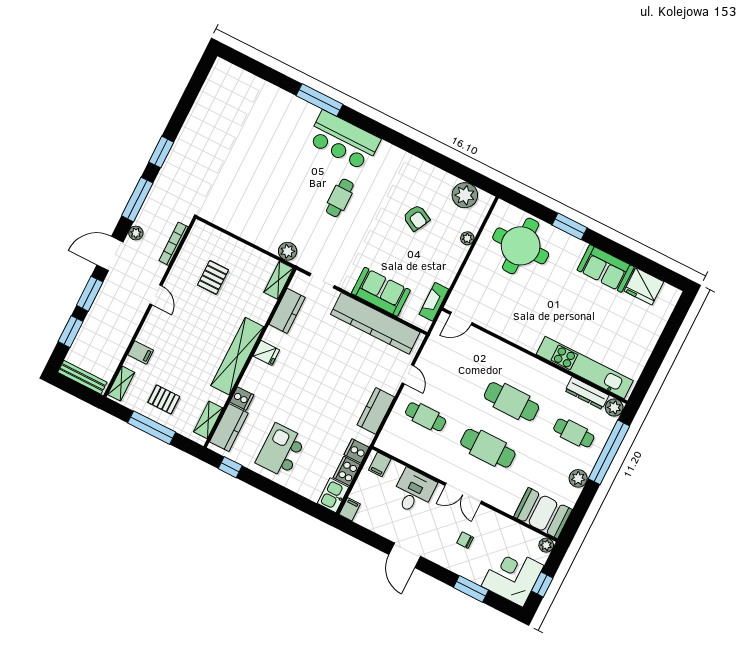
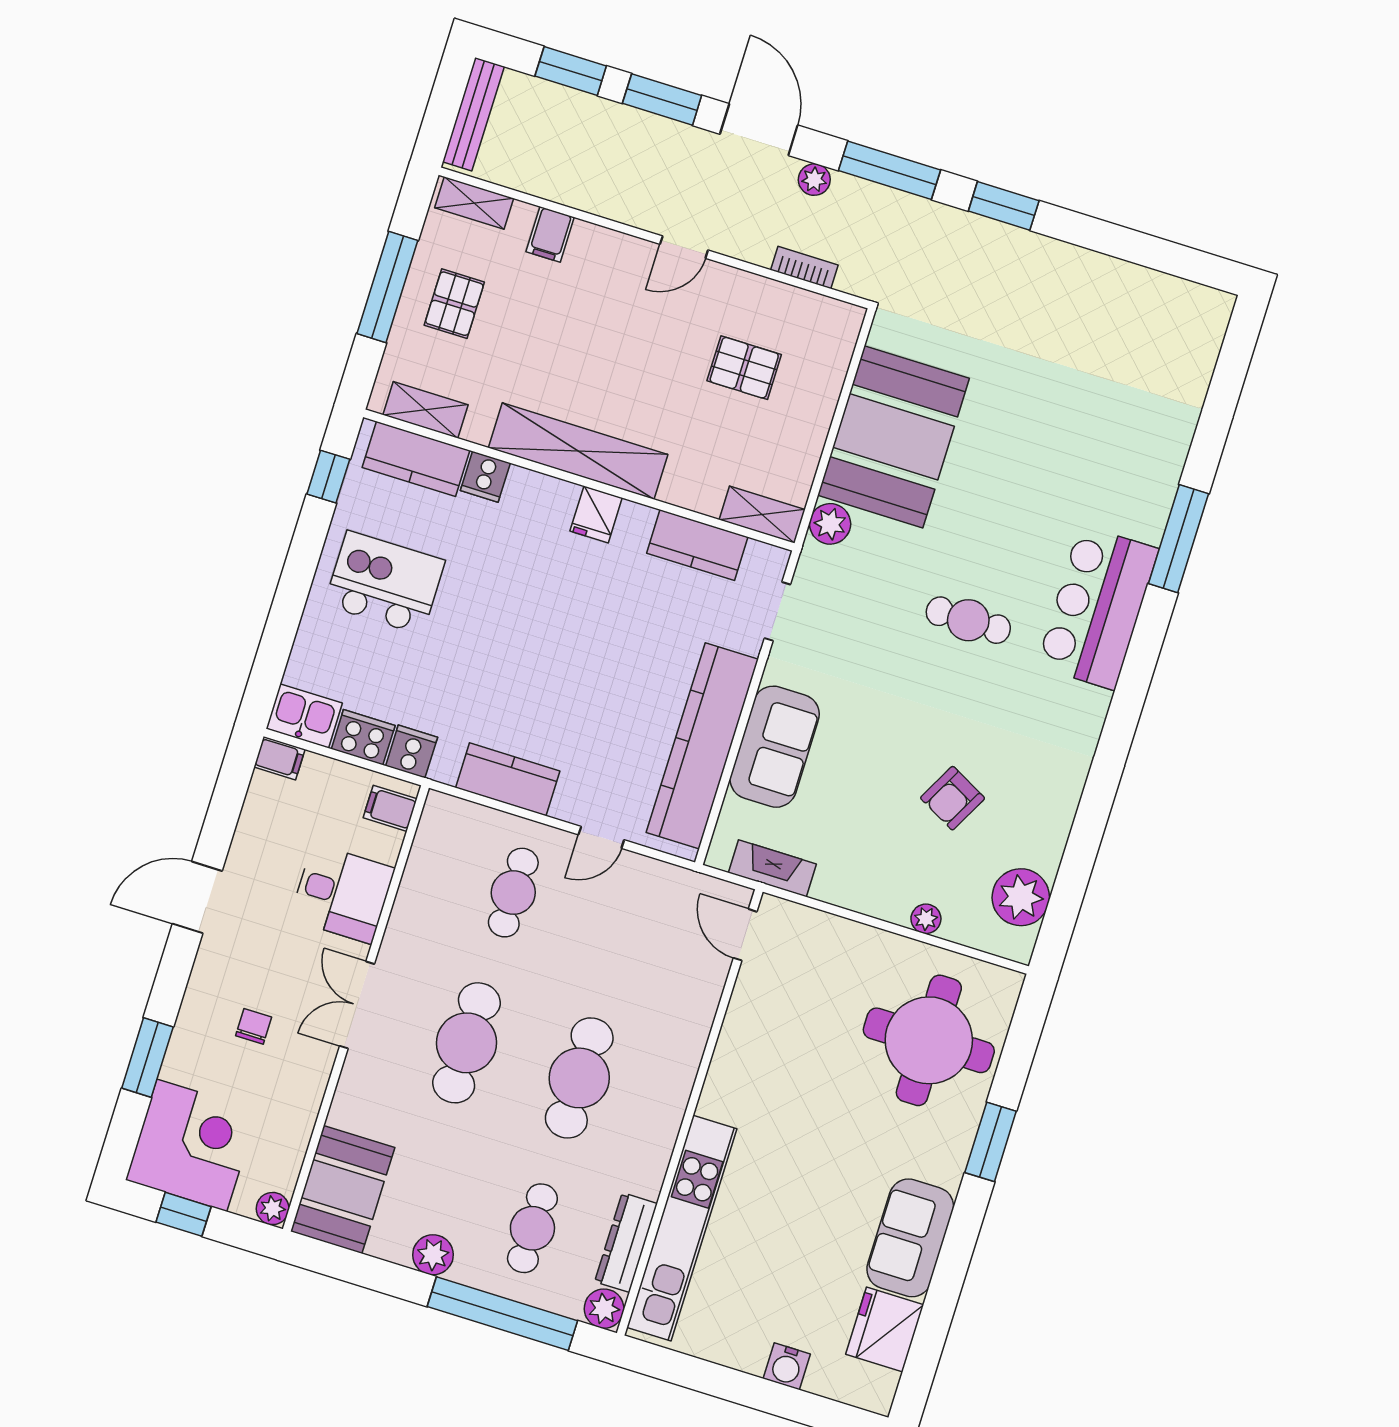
booth: (254, 217) -> (894, 437), added
bookcase: (174, 244) -> (804, 267), width x0.64
water cooler: (653, 332) -> (787, 1366), added

